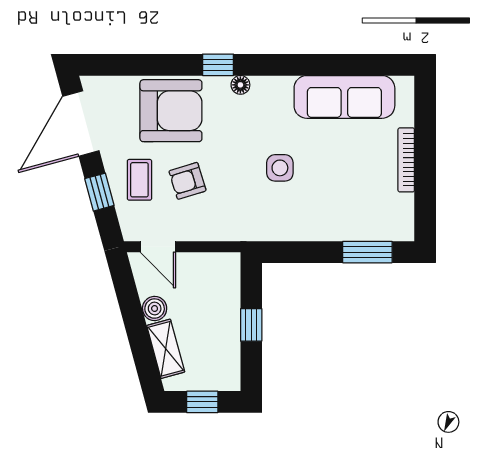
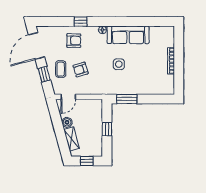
window: (218, 65) -> (81, 22), moved
sofa: (344, 97) -> (128, 35), moved
armchair: (171, 111) -> (74, 41), width x0.53, depth x0.53
door: (158, 247) -> (68, 97), hinge flipped
window: (367, 252) -> (127, 99), moved

